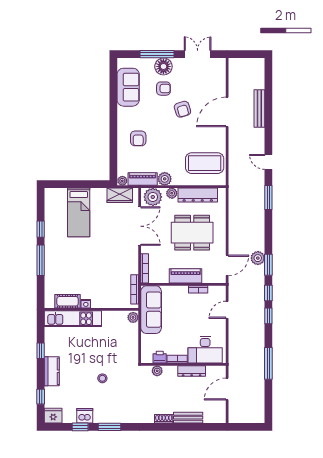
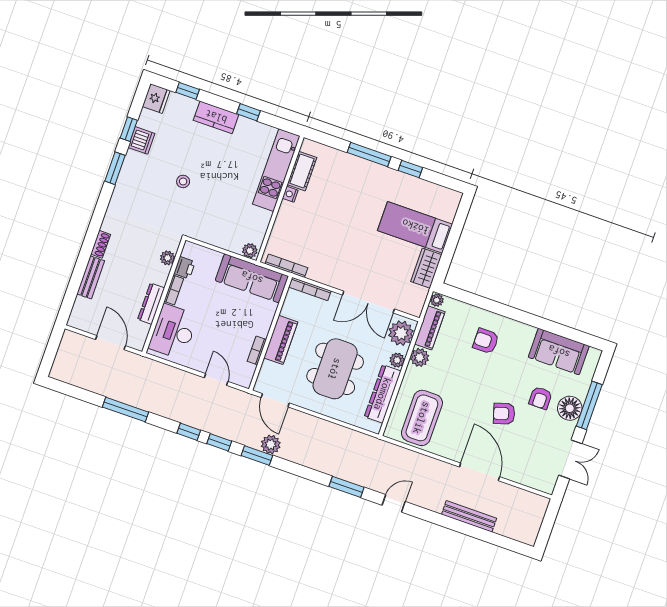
wardrobe: (120, 195) -> (426, 268), moved

